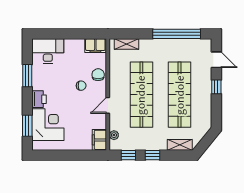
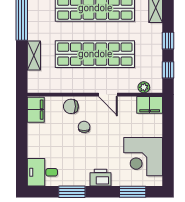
shelving: (127, 44) -> (34, 56), moved
desk: (48, 51) -> (42, 172), width x0.73
corner desk: (48, 125) -> (143, 157), moved, turned -90

